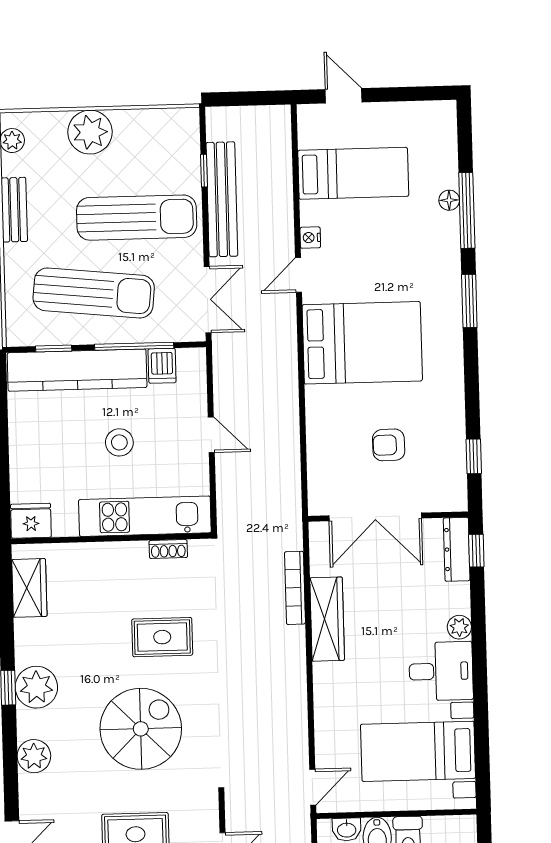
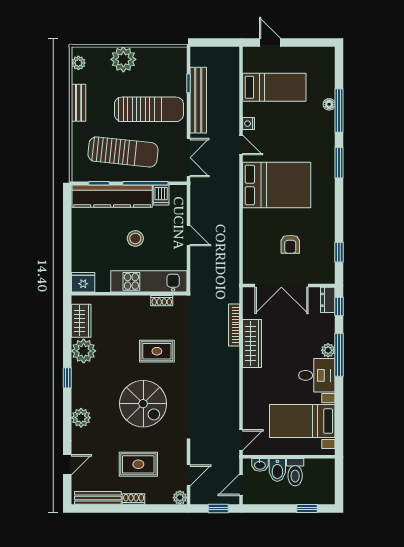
door: (298, 275) -> (241, 145), swing flipped
armchair: (389, 445) -> (290, 244), turned -89
dresser: (457, 549) -> (328, 300), width x0.70
window: (479, 634) -> (339, 355), added
plant: (36, 687) -> (84, 351), moved
spiral stairs: (141, 729) -> (143, 404), turned 90

